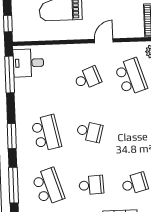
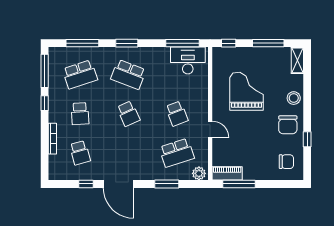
desk: (28, 63) -> (188, 61), width x1.37
school desk: (89, 132) -> (128, 114), turned -39
school desk: (46, 133) -> (128, 74), turned 33

